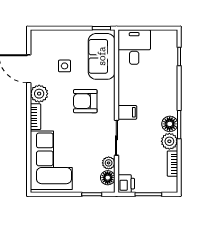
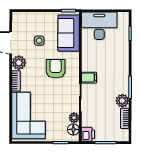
desk: (134, 47) -> (99, 26), width x1.37
armchair: (85, 101) -> (56, 69), turned 90
floor lamp: (170, 124) -> (123, 87), removed

